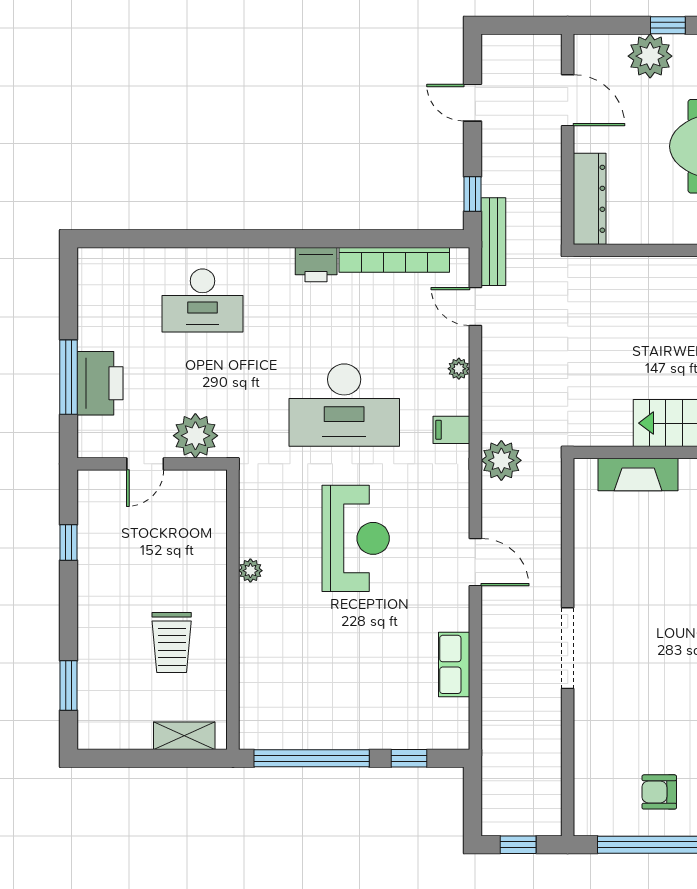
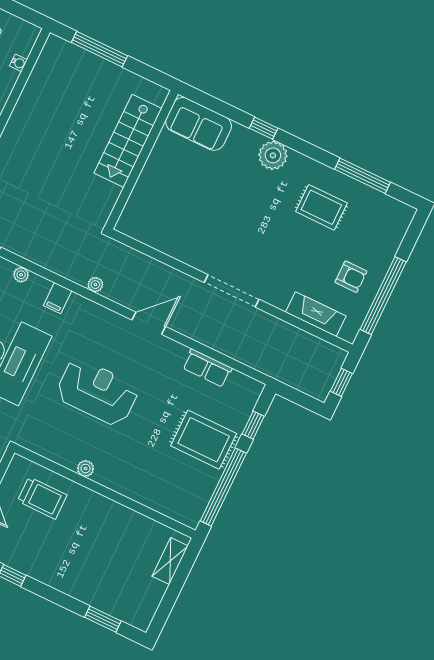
plant: (501, 460) -> (95, 285), width x0.53, depth x0.53
fireplace: (638, 474) -> (316, 314), moved, turned -90
trolley: (172, 642) -> (42, 498), moved
rug: (360, 704) -> (204, 440), added
armchair: (659, 792) -> (351, 277), turned -90

